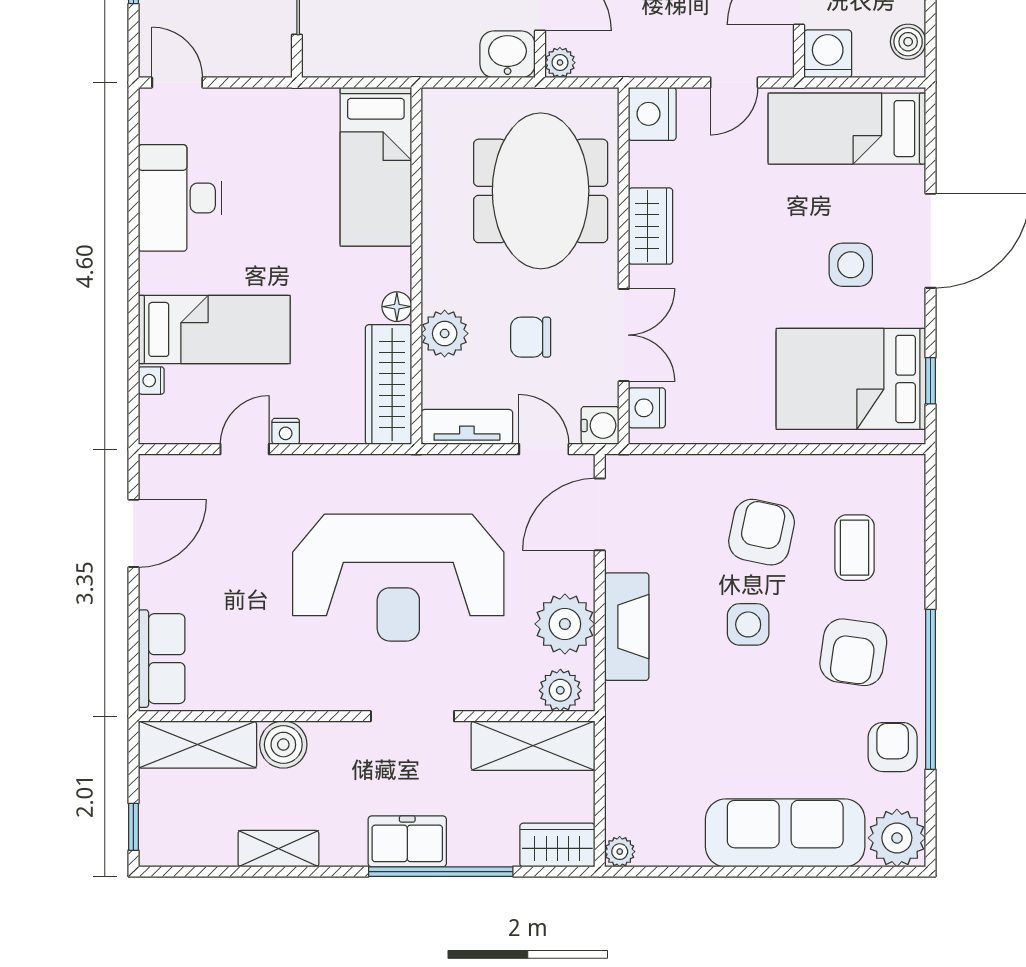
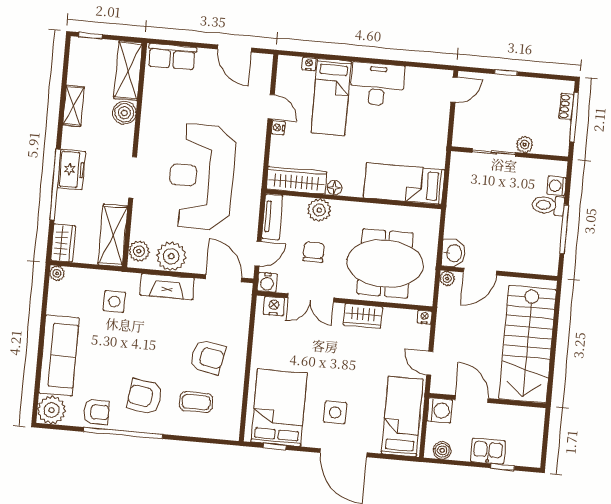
nightstand: (652, 114) -> (425, 317), width x0.53, depth x0.56
desk: (180, 198) -> (377, 84), moved
side table: (748, 624) -> (114, 302), moved

